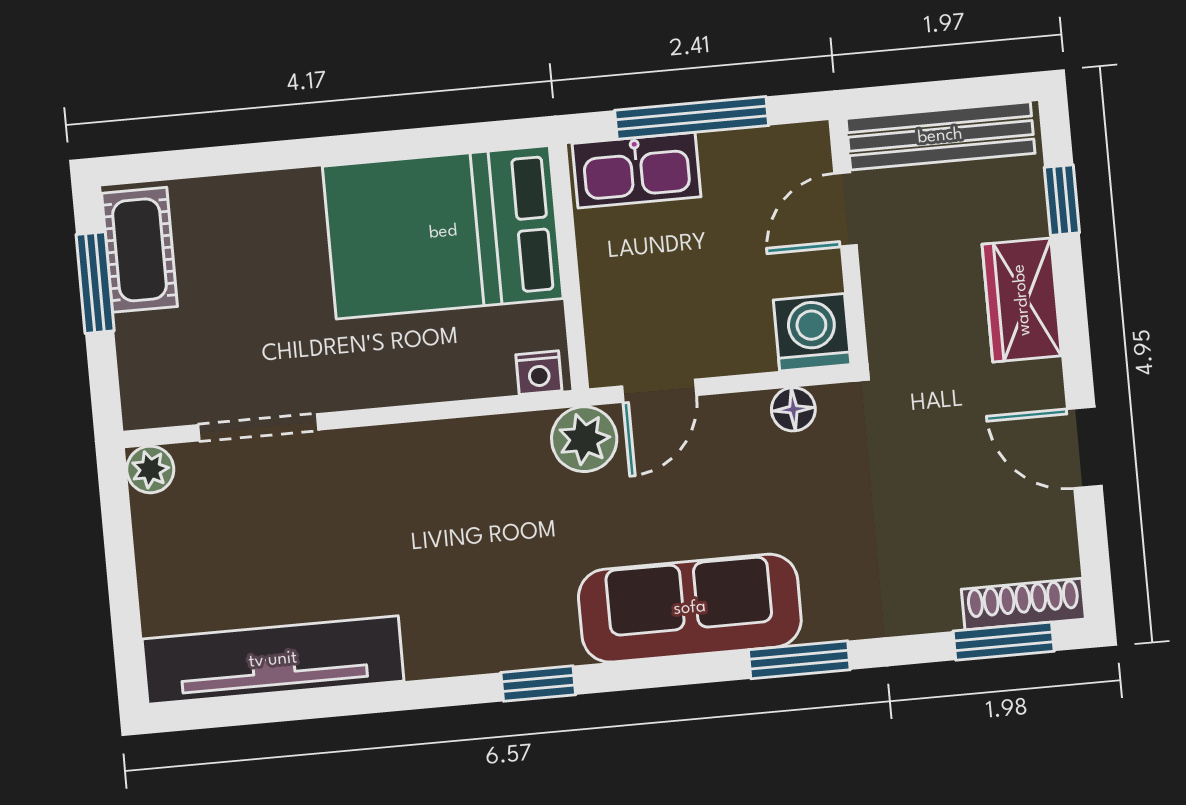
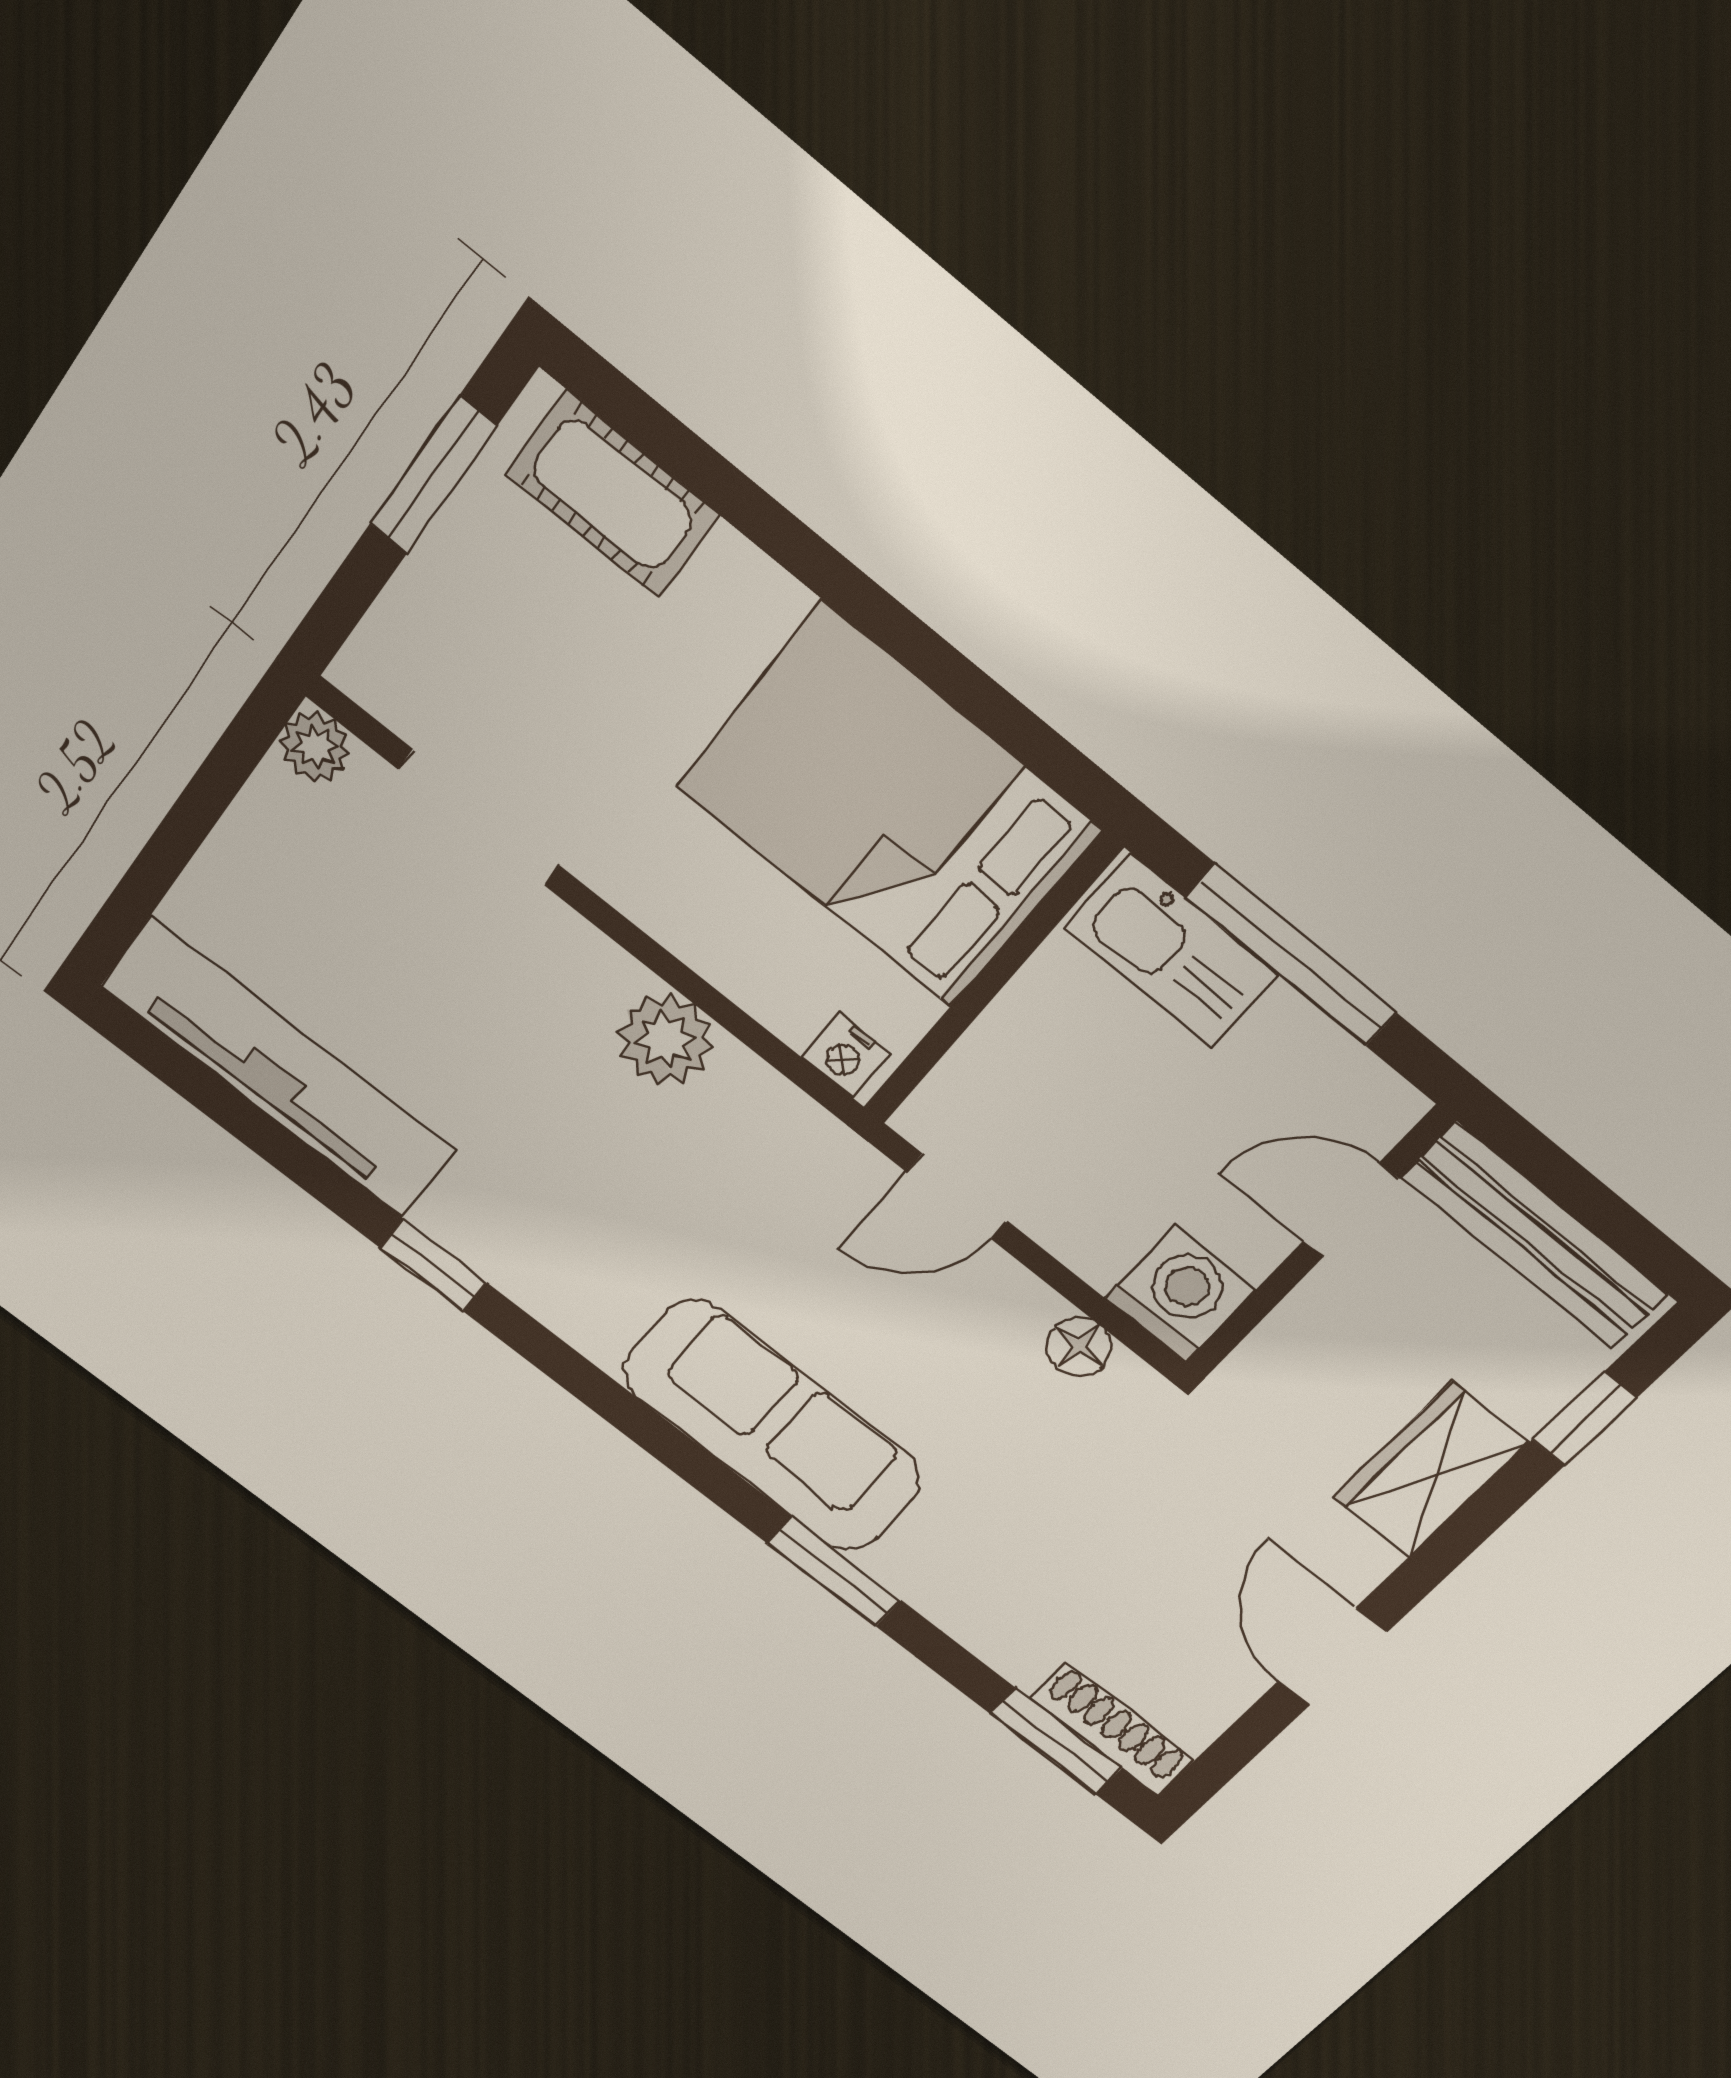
cot: (139, 250) -> (613, 494), moved, turned 90
plant: (584, 439) -> (665, 1040), moved
window: (538, 684) -> (433, 1265), moved

